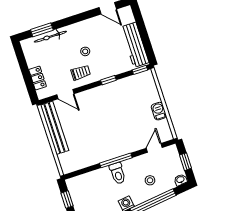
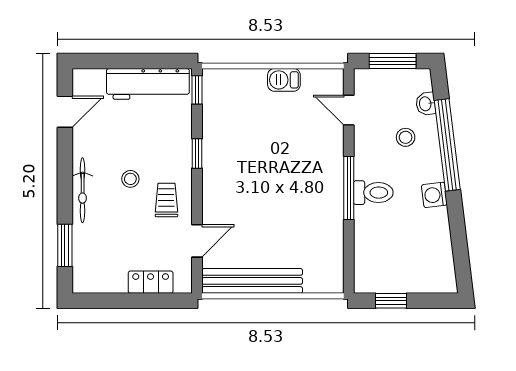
bicycle: (50, 37) -> (83, 190), moved
window: (185, 162) -> (393, 61), width x1.50
washbasin: (180, 180) -> (426, 104), moved

